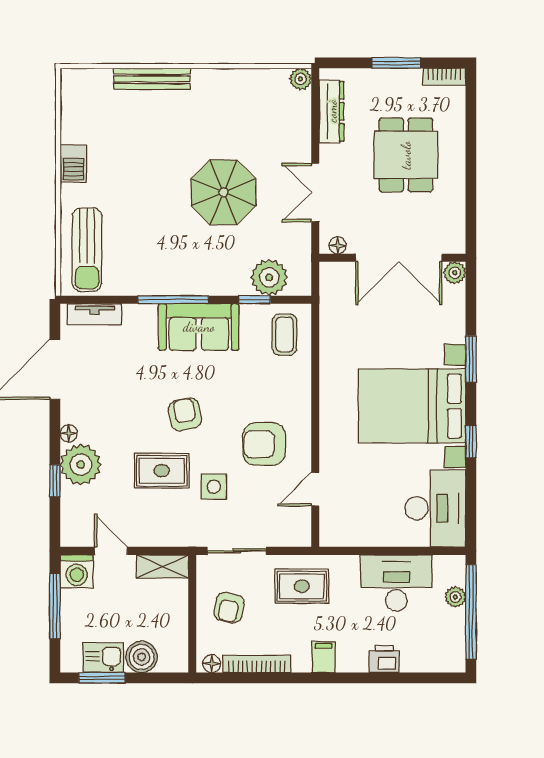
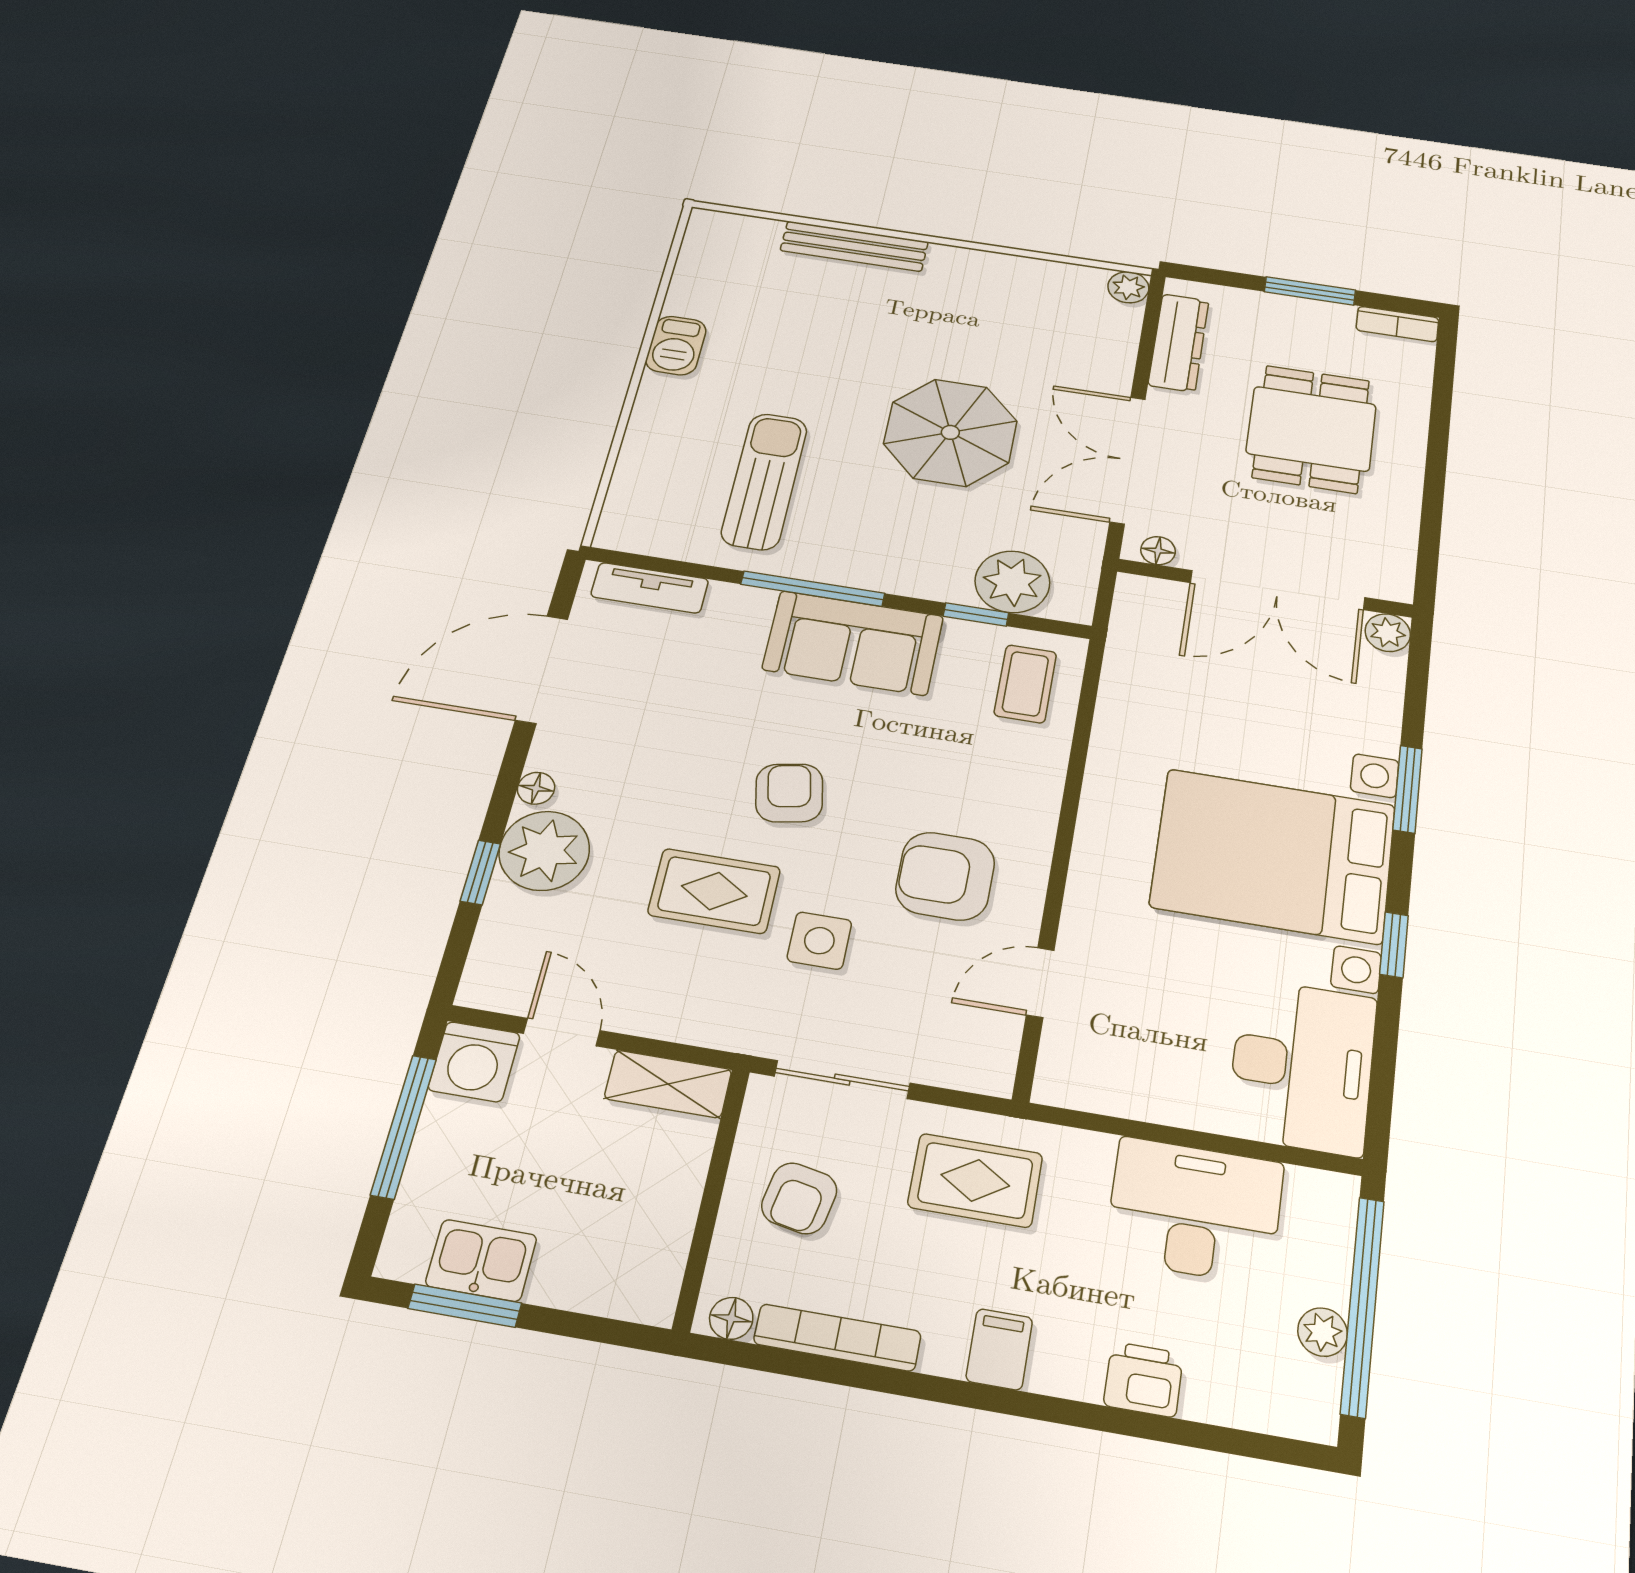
double door: (315, 192) -> (1128, 460), width x1.37
sun lounger: (87, 250) -> (764, 481), moved, turned 180
plant: (455, 597) -> (1323, 1332), moved
boiler: (142, 657) -> (571, 1274), removed

